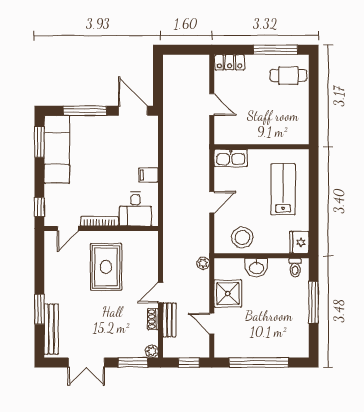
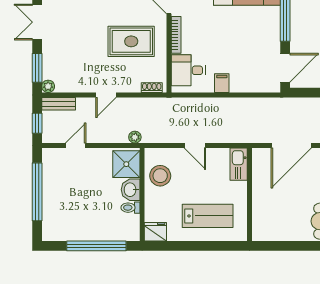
door: (212, 105) -> (291, 146), width x1.87
toilet: (295, 268) -> (130, 208), moved
door: (160, 293) -> (106, 95), swing flipped
shower: (228, 293) -> (126, 164), moved
window: (314, 302) -> (96, 246), width x1.46
shoe rack: (153, 319) -> (152, 88), moved
bench: (169, 320) -> (59, 104), moved

